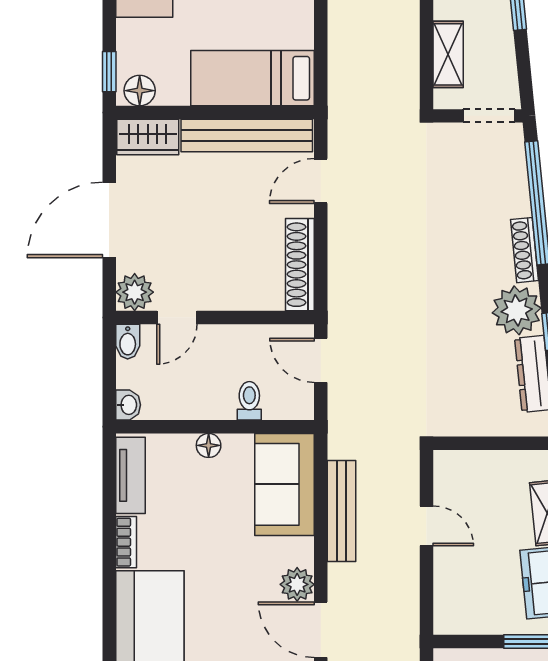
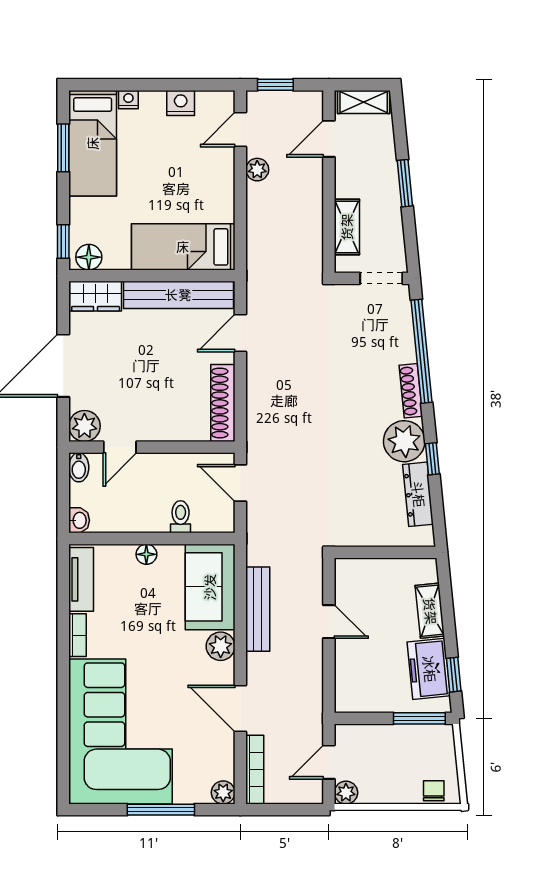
plant: (297, 584) -> (221, 646), moved

